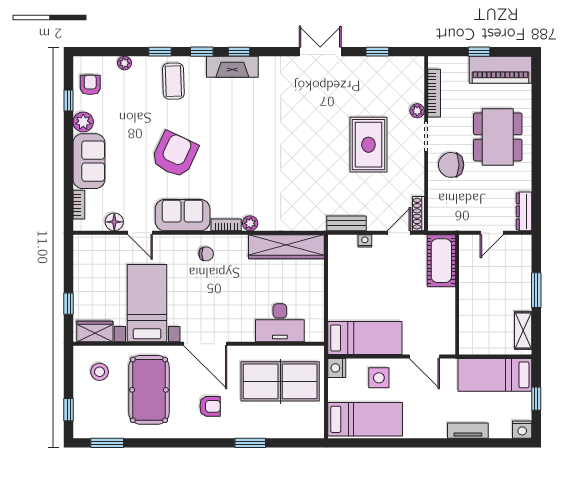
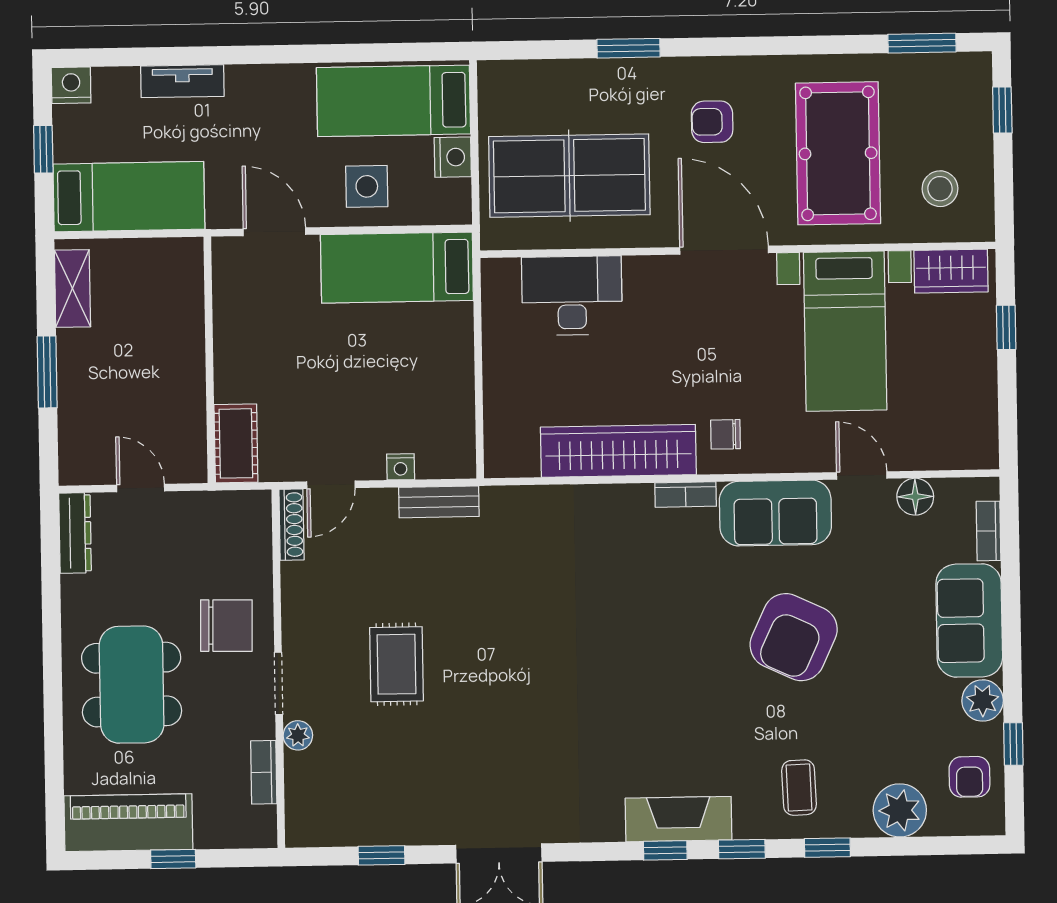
plant: (124, 63) -> (900, 810), width x1.87, depth x1.87
coffee table: (173, 81) -> (799, 788), width x0.73, depth x0.77
bookcase: (434, 93) -> (264, 772), width x0.64
rug: (368, 145) -> (396, 664), width x0.73, depth x0.70
plant: (250, 223) -> (637, 499), removed
door: (492, 233) -> (141, 488), hinge flipped
wardrobe: (286, 247) -> (618, 451), moved
cot: (441, 261) -> (236, 443), width x0.73, depth x0.75
nightstand: (337, 368) -> (453, 157), moved

